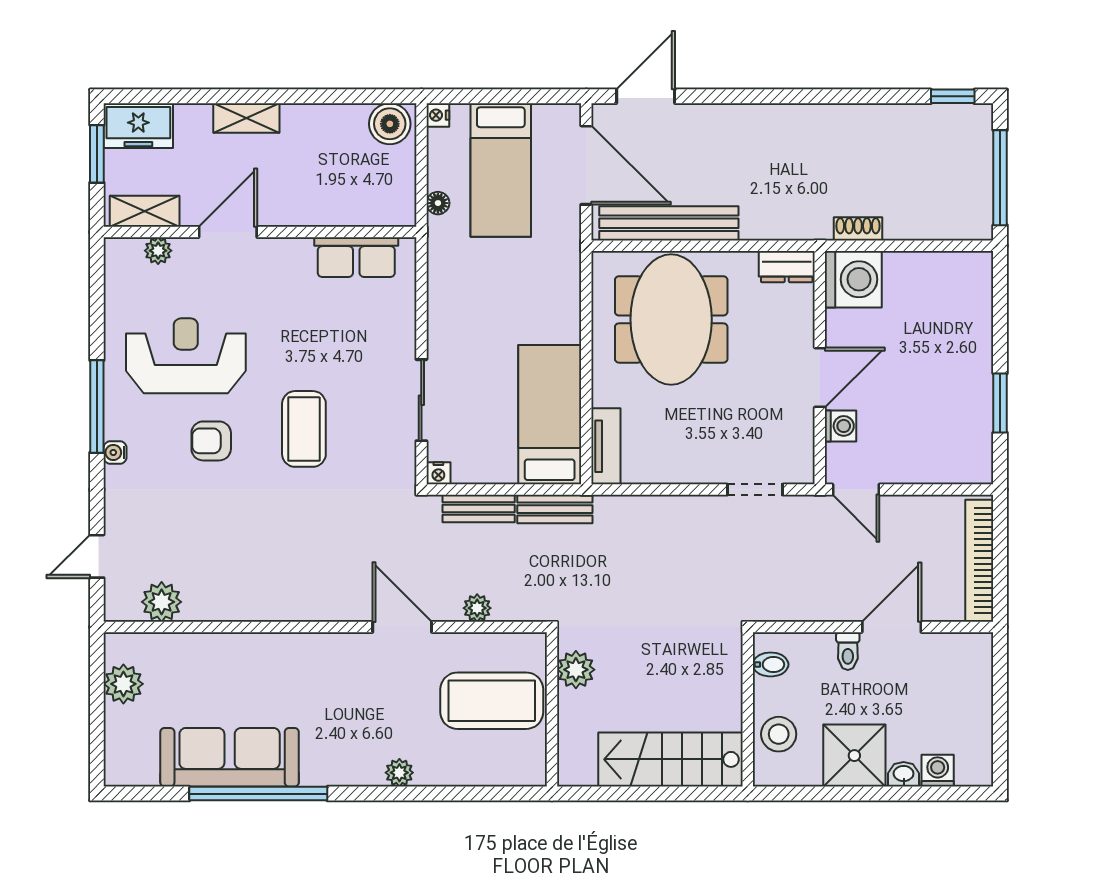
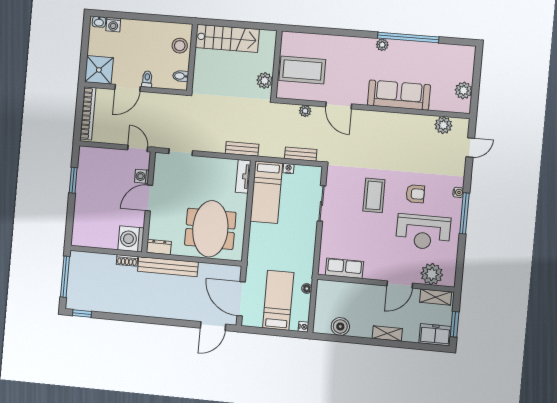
boiler: (390, 124) -> (340, 326), moved
bench: (669, 223) -> (168, 267), moved
plant: (158, 251) -> (432, 274), width x1.88, depth x1.88
nightstand: (438, 473) -> (288, 169), moved
bench: (555, 509) -> (242, 149), moved
shower: (854, 756) -> (99, 70), moved
sofa: (230, 757) -> (399, 95), moved, turned 180
plant: (399, 773) -> (382, 45), moved
washbasin: (904, 774) -> (99, 22), moved

